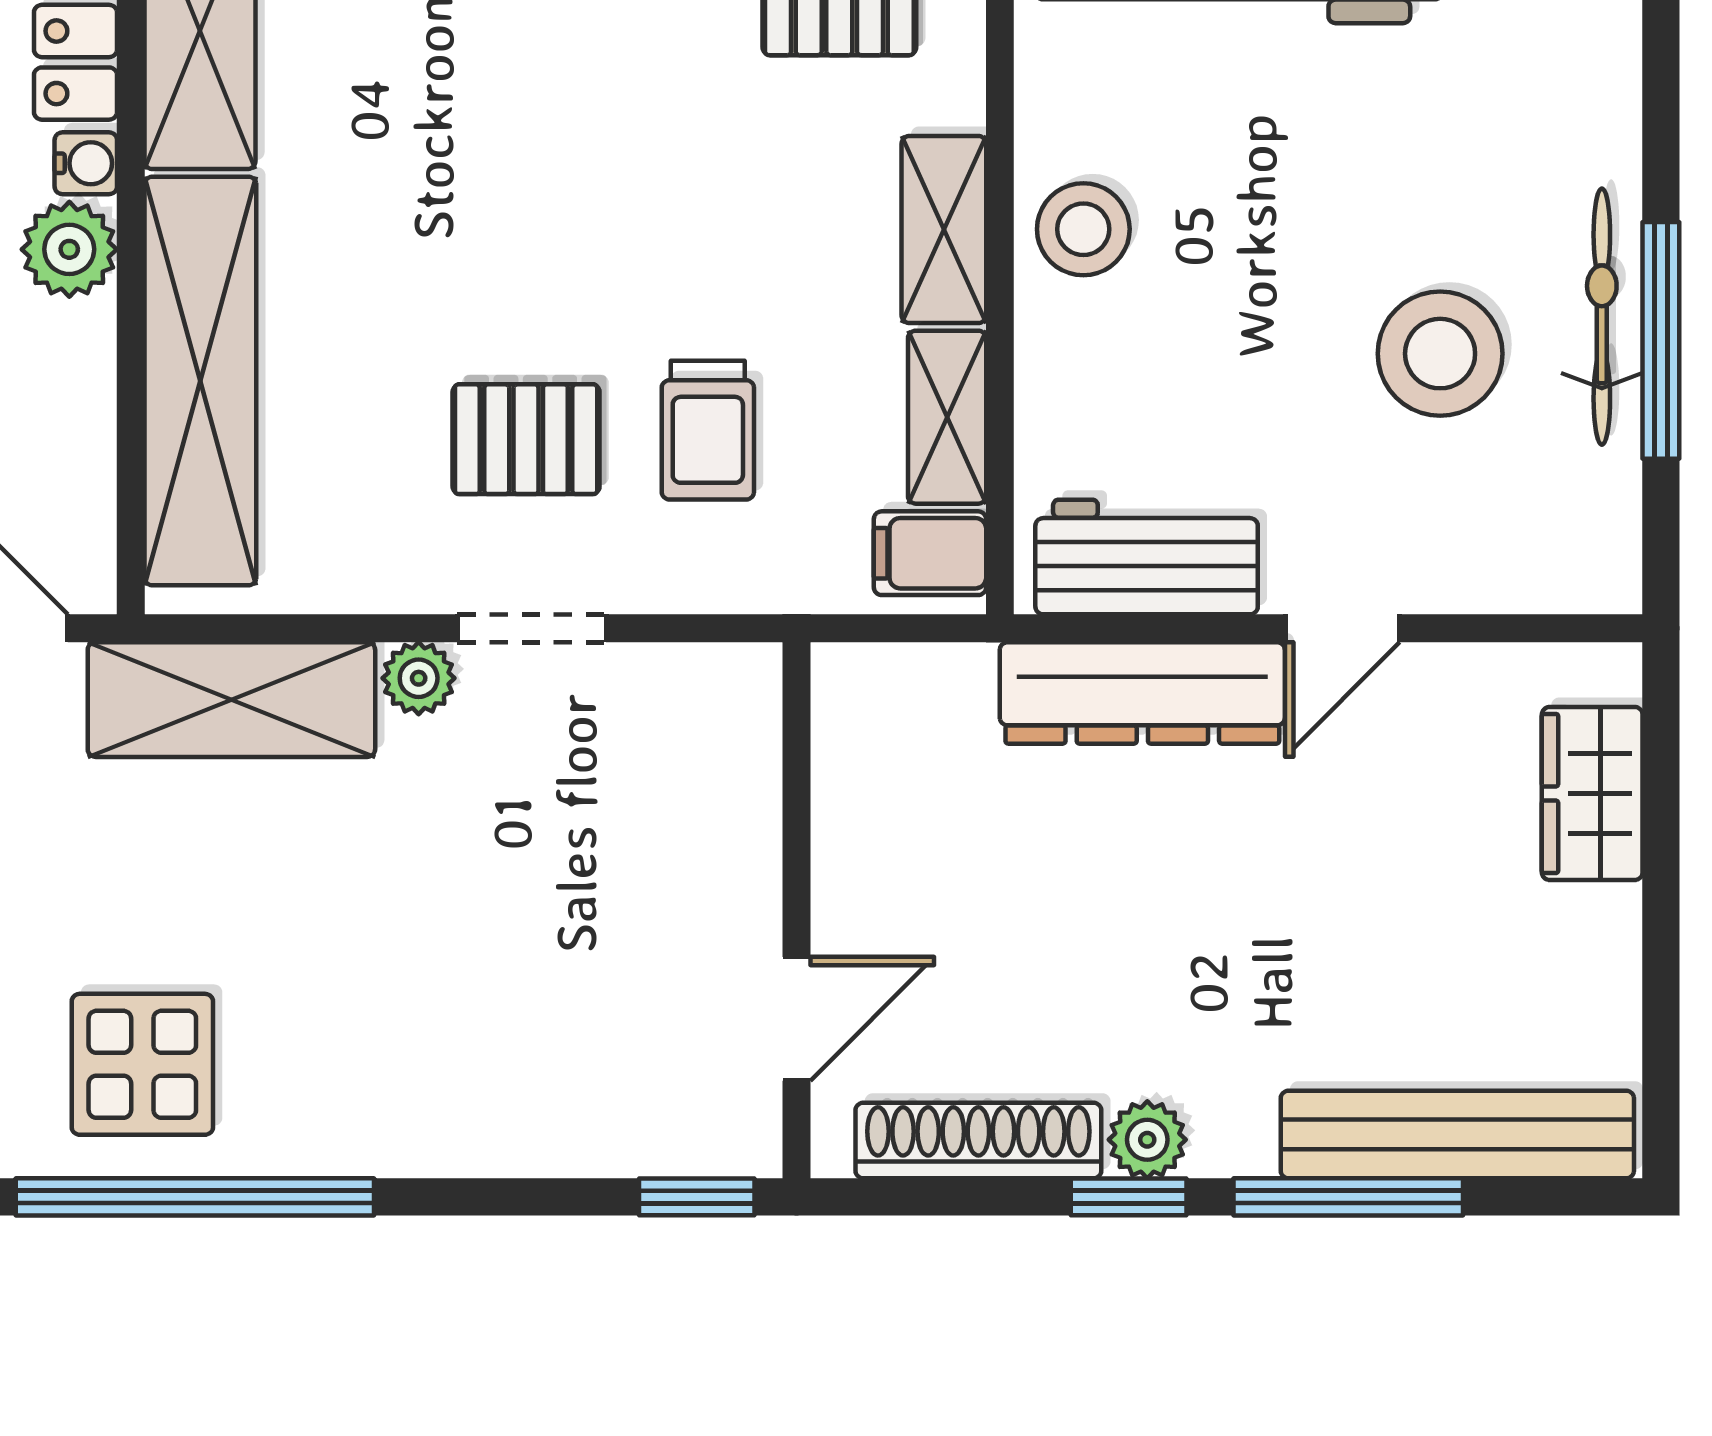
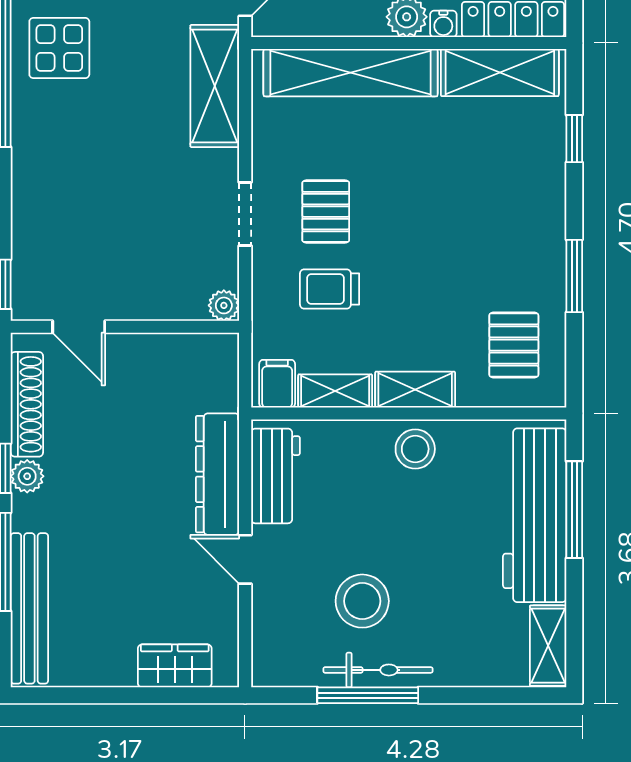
plant: (419, 678) -> (224, 305), moved

